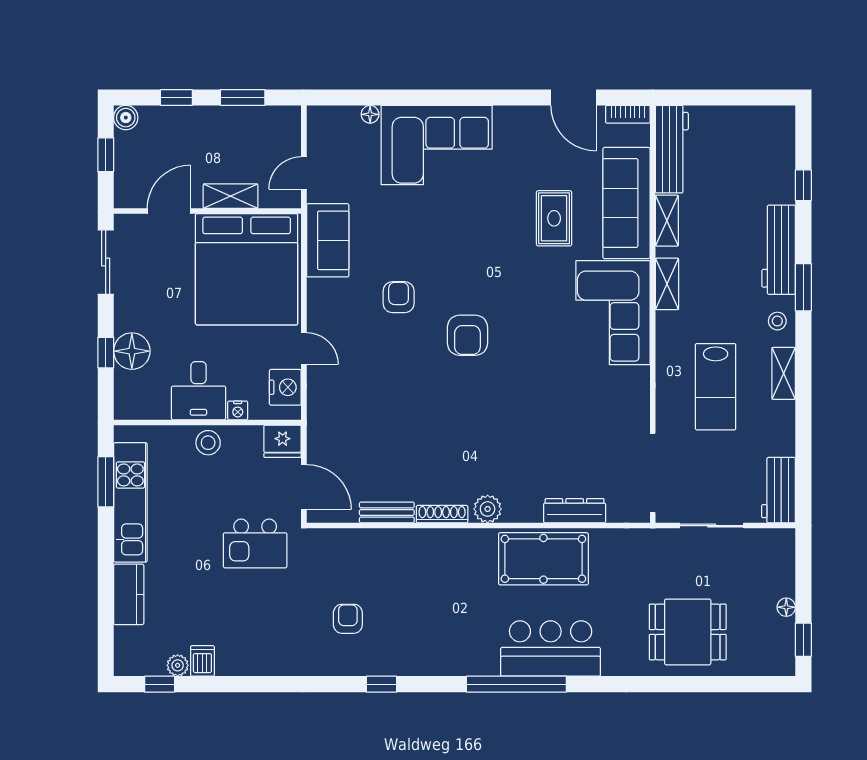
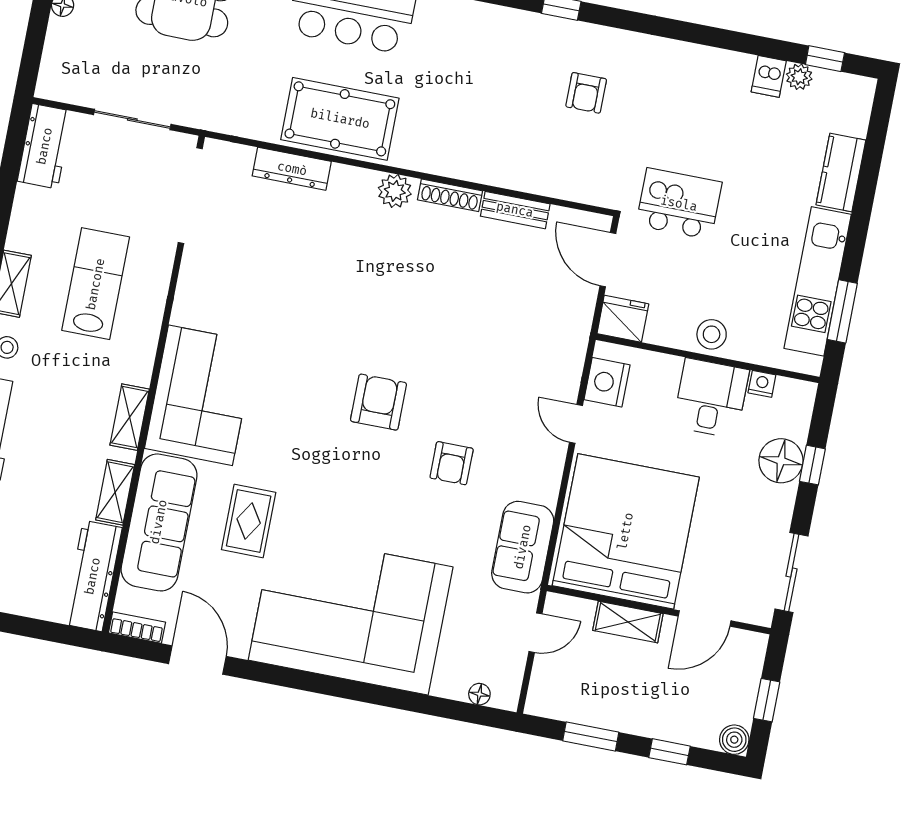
floor lamp: (370, 114) -> (479, 694), moved
corner sofa: (437, 145) -> (351, 614), width x1.36, depth x1.36
nightstand: (238, 410) -> (762, 384), moved

